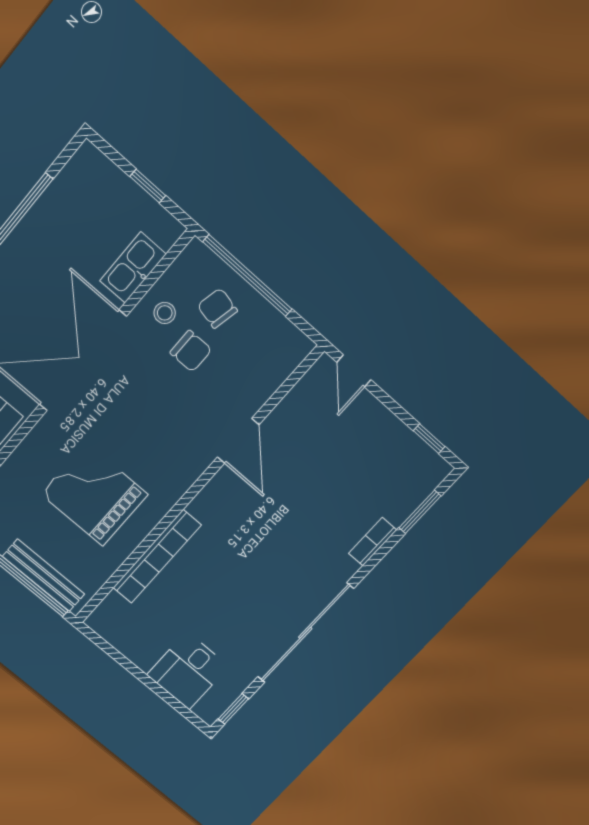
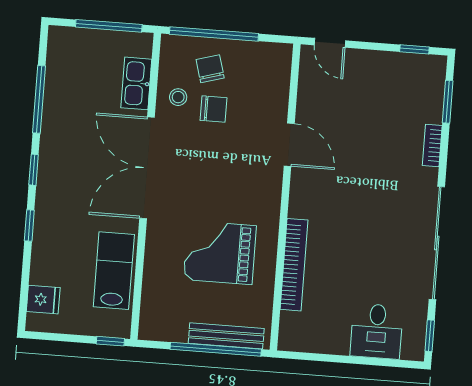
window: (148, 186) -> (109, 26), width x2.17
chair: (217, 308) -> (210, 69), turned 62

